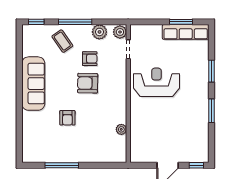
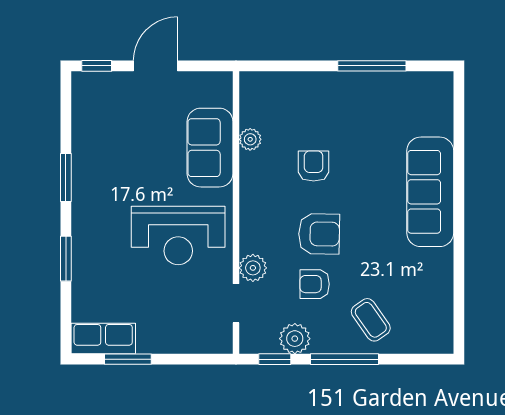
window: (36, 22) -> (275, 359), moved
plant: (120, 32) -> (253, 268), moved
row of seats: (186, 32) -> (103, 339), width x0.68
sofa: (33, 84) -> (430, 192), moved
armchair: (67, 118) -> (314, 166), moved
sofa: (141, 125) -> (210, 148), added

